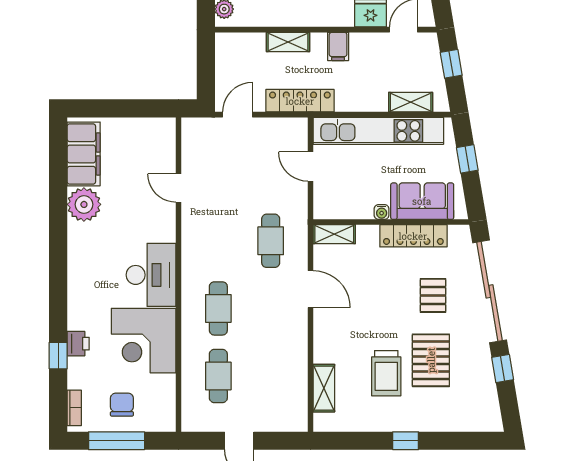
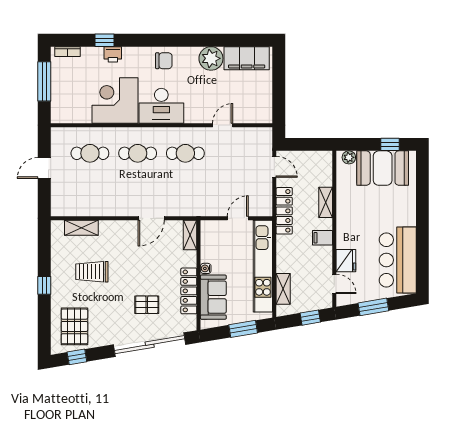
window: (467, 159) -> (243, 329), width x1.50
cafe table: (271, 241) -> (185, 153), moved
pallet: (431, 360) -> (74, 326), moved, turned 90
window: (503, 369) -> (77, 357), moved
chair: (122, 405) -> (164, 61), moved

